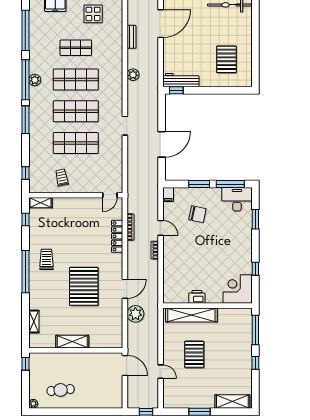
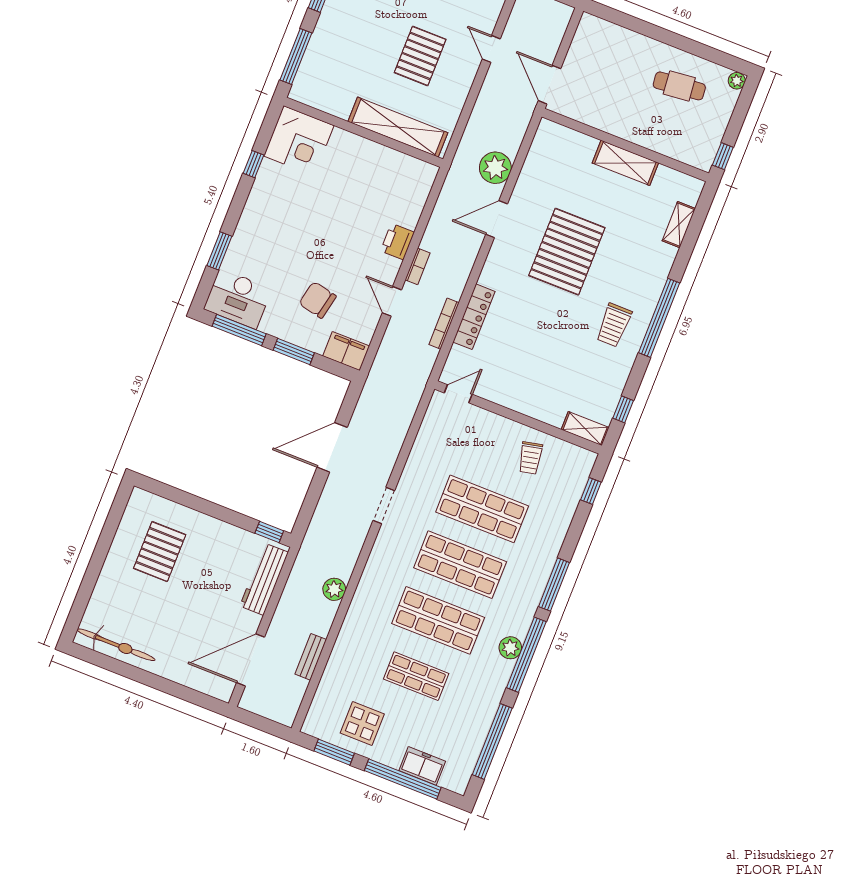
workbench: (181, 80) -> (264, 579), moved, turned 90
filing cabinet: (168, 195) -> (346, 351), width x2.00
printer: (197, 297) -> (397, 242), moved, turned 90

